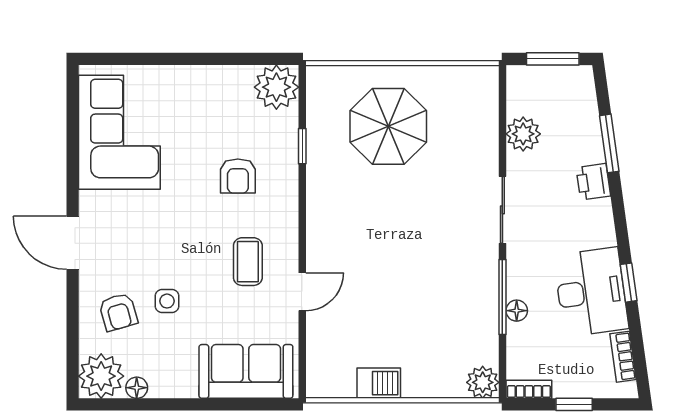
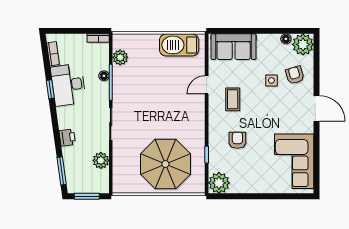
parasol: (388, 126) -> (165, 164), width x1.36, depth x1.36
window: (609, 143) -> (62, 171), moved
plant: (483, 382) -> (120, 57), moved
barbecue: (379, 383) -> (179, 45), width x1.88, depth x1.53
window: (574, 404) -> (76, 31), removed

